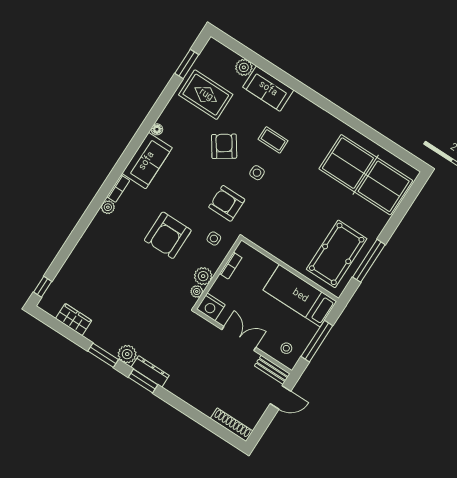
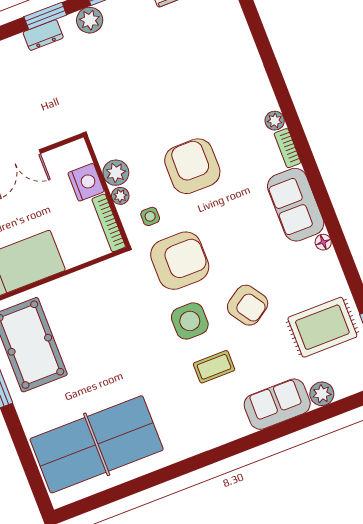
side table: (257, 173) -> (190, 321), width x1.87, depth x1.87
armchair: (227, 203) -> (180, 261), width x1.36, depth x1.36
bookcase: (231, 266) -> (109, 223), width x1.56
plant: (197, 291) -> (120, 196), moved
nightstand: (211, 307) -> (86, 182), moved, turned 90
dresser: (150, 371) -> (43, 35), width x0.70

